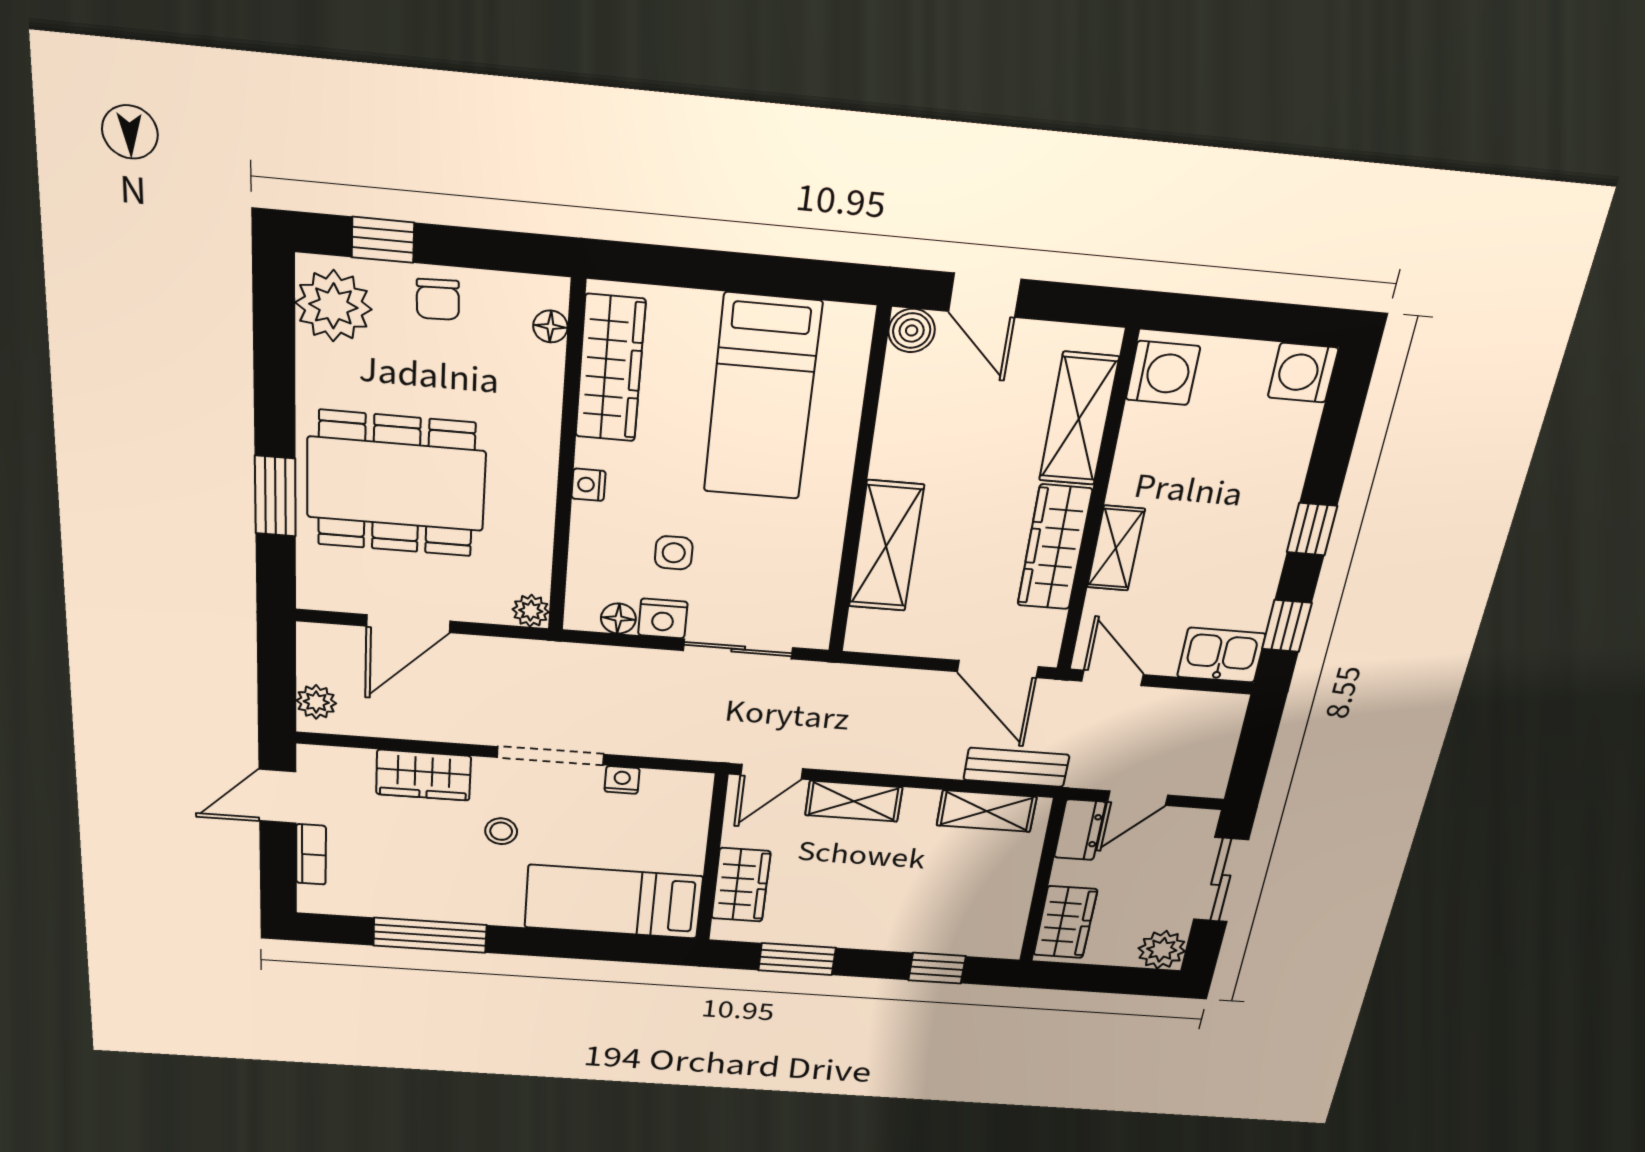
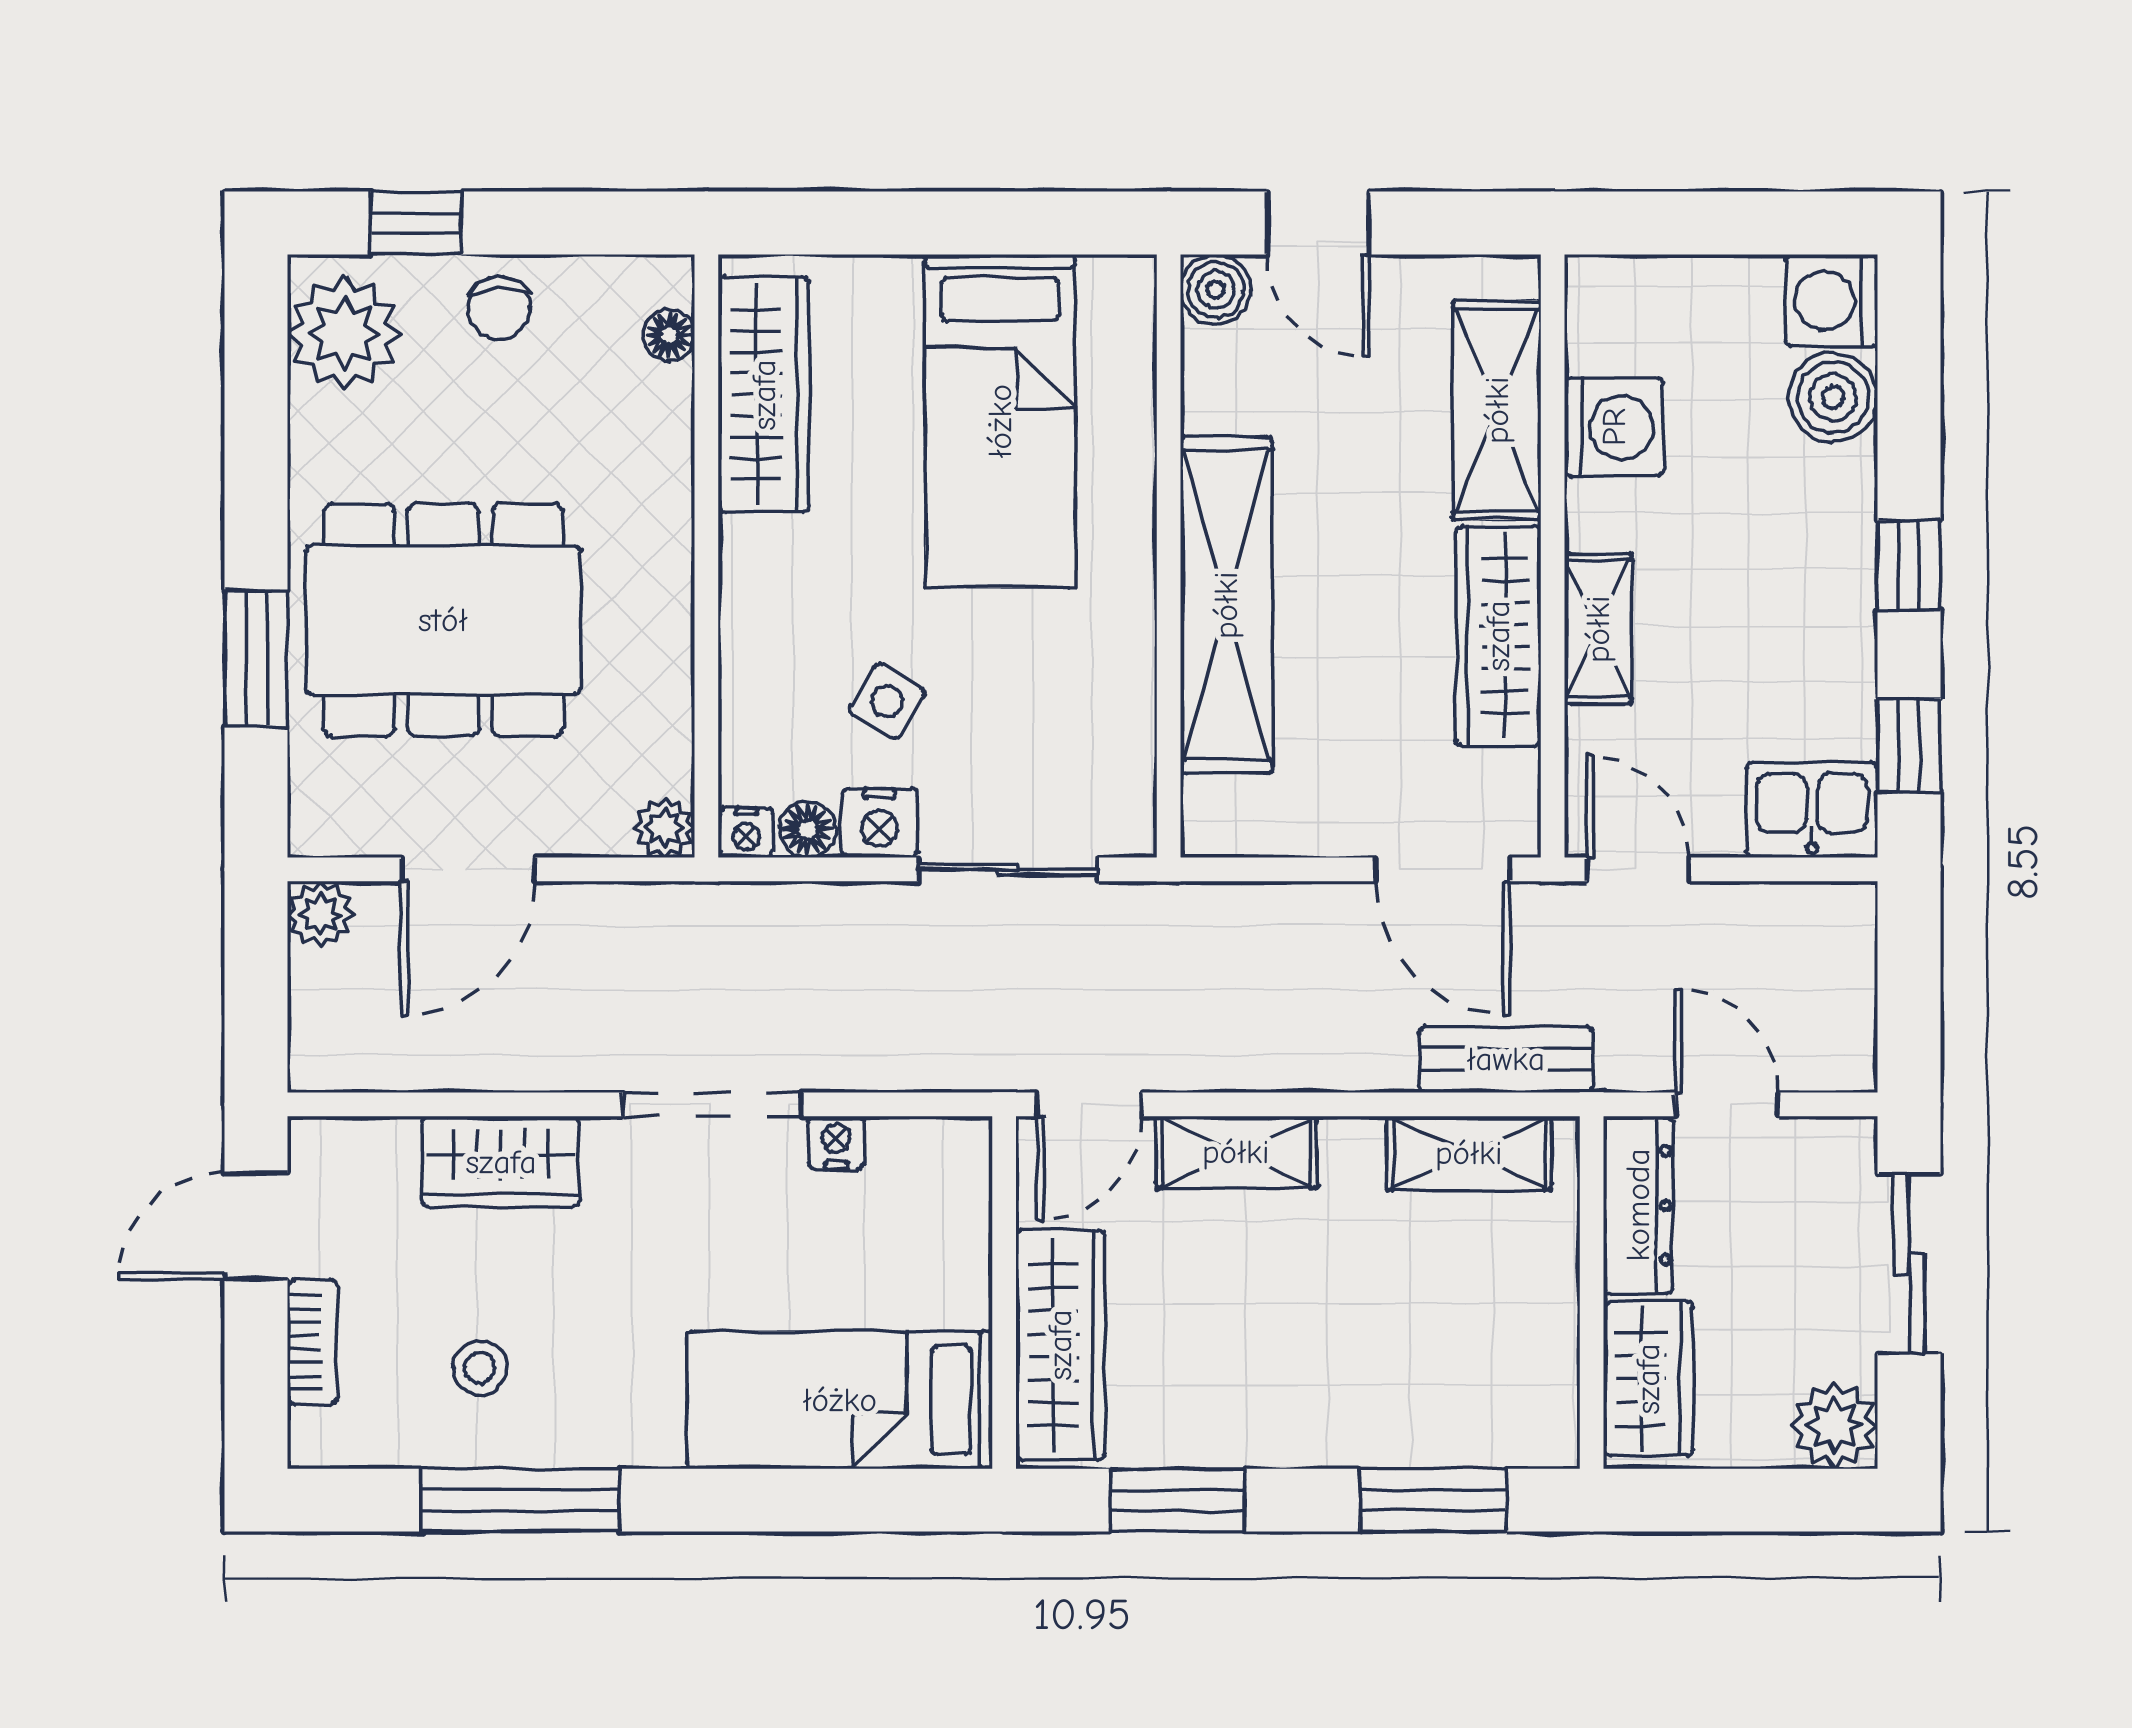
washing machine: (1163, 373) -> (1614, 427), moved
boiler: (1290, 430) -> (1833, 397), added
nightstand: (588, 485) -> (746, 833), moved, turned -90
shelving: (886, 546) -> (1226, 605), width x1.47
side table: (674, 553) -> (887, 701), turned 31
plant: (316, 702) -> (320, 914), moved
door: (1138, 798) -> (1727, 1104), swing flipped
dresser: (1080, 830) -> (1638, 1205), width x1.44
stool: (501, 831) -> (480, 1368), moved
wardrobe: (741, 885) -> (1060, 1345), width x1.50
window: (937, 968) -> (1433, 1500), width x1.50

